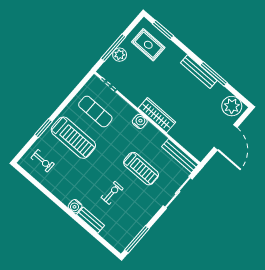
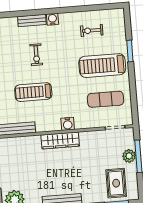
rug: (148, 45) -> (116, 183), turned 90
exercise bike: (43, 161) -> (92, 30), moved

